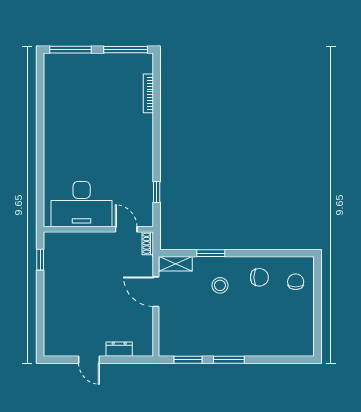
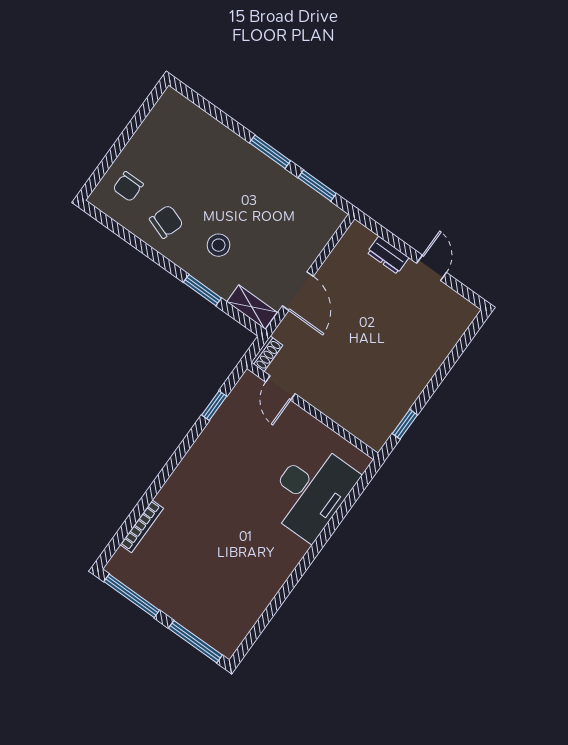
desk: (82, 204) -> (311, 491), moved, turned 90
chair: (259, 277) -> (166, 222), turned 109

